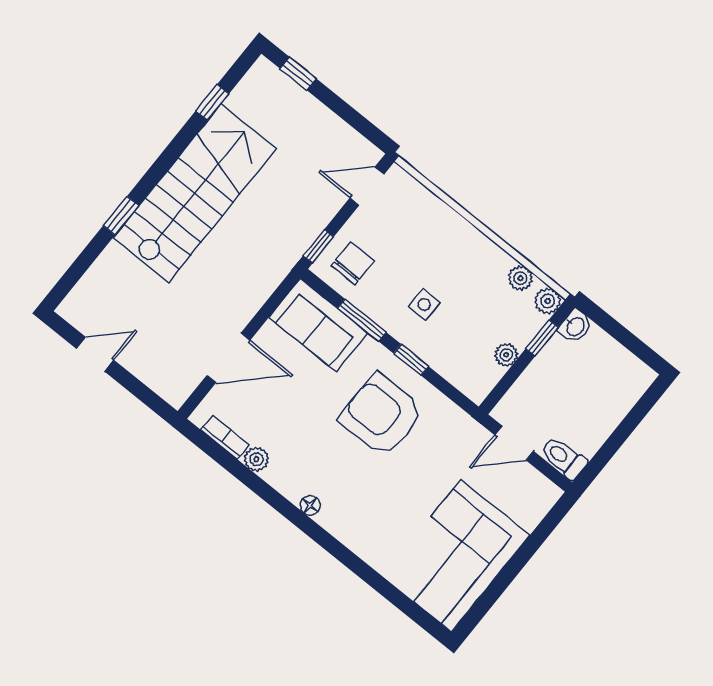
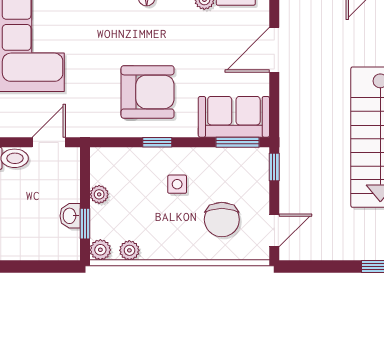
chair: (353, 263) -> (222, 220), moved, width x1.37, depth x1.37
window: (362, 320) -> (238, 142), moved
washbasin: (575, 326) -> (70, 216), moved

